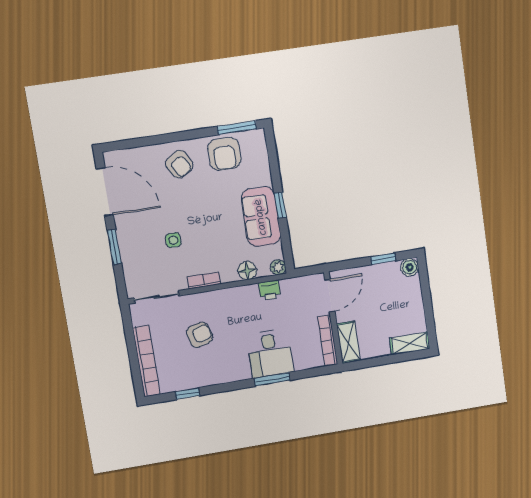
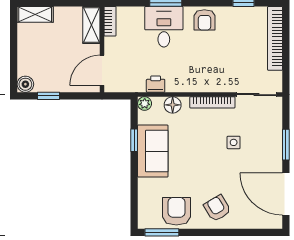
window: (280, 205) -> (134, 140), moved
bookcase: (204, 280) -> (212, 102), width x1.56
armchair: (200, 335) -> (204, 20), moved, turned -75
bookcase: (328, 341) -> (110, 21), width x0.64

